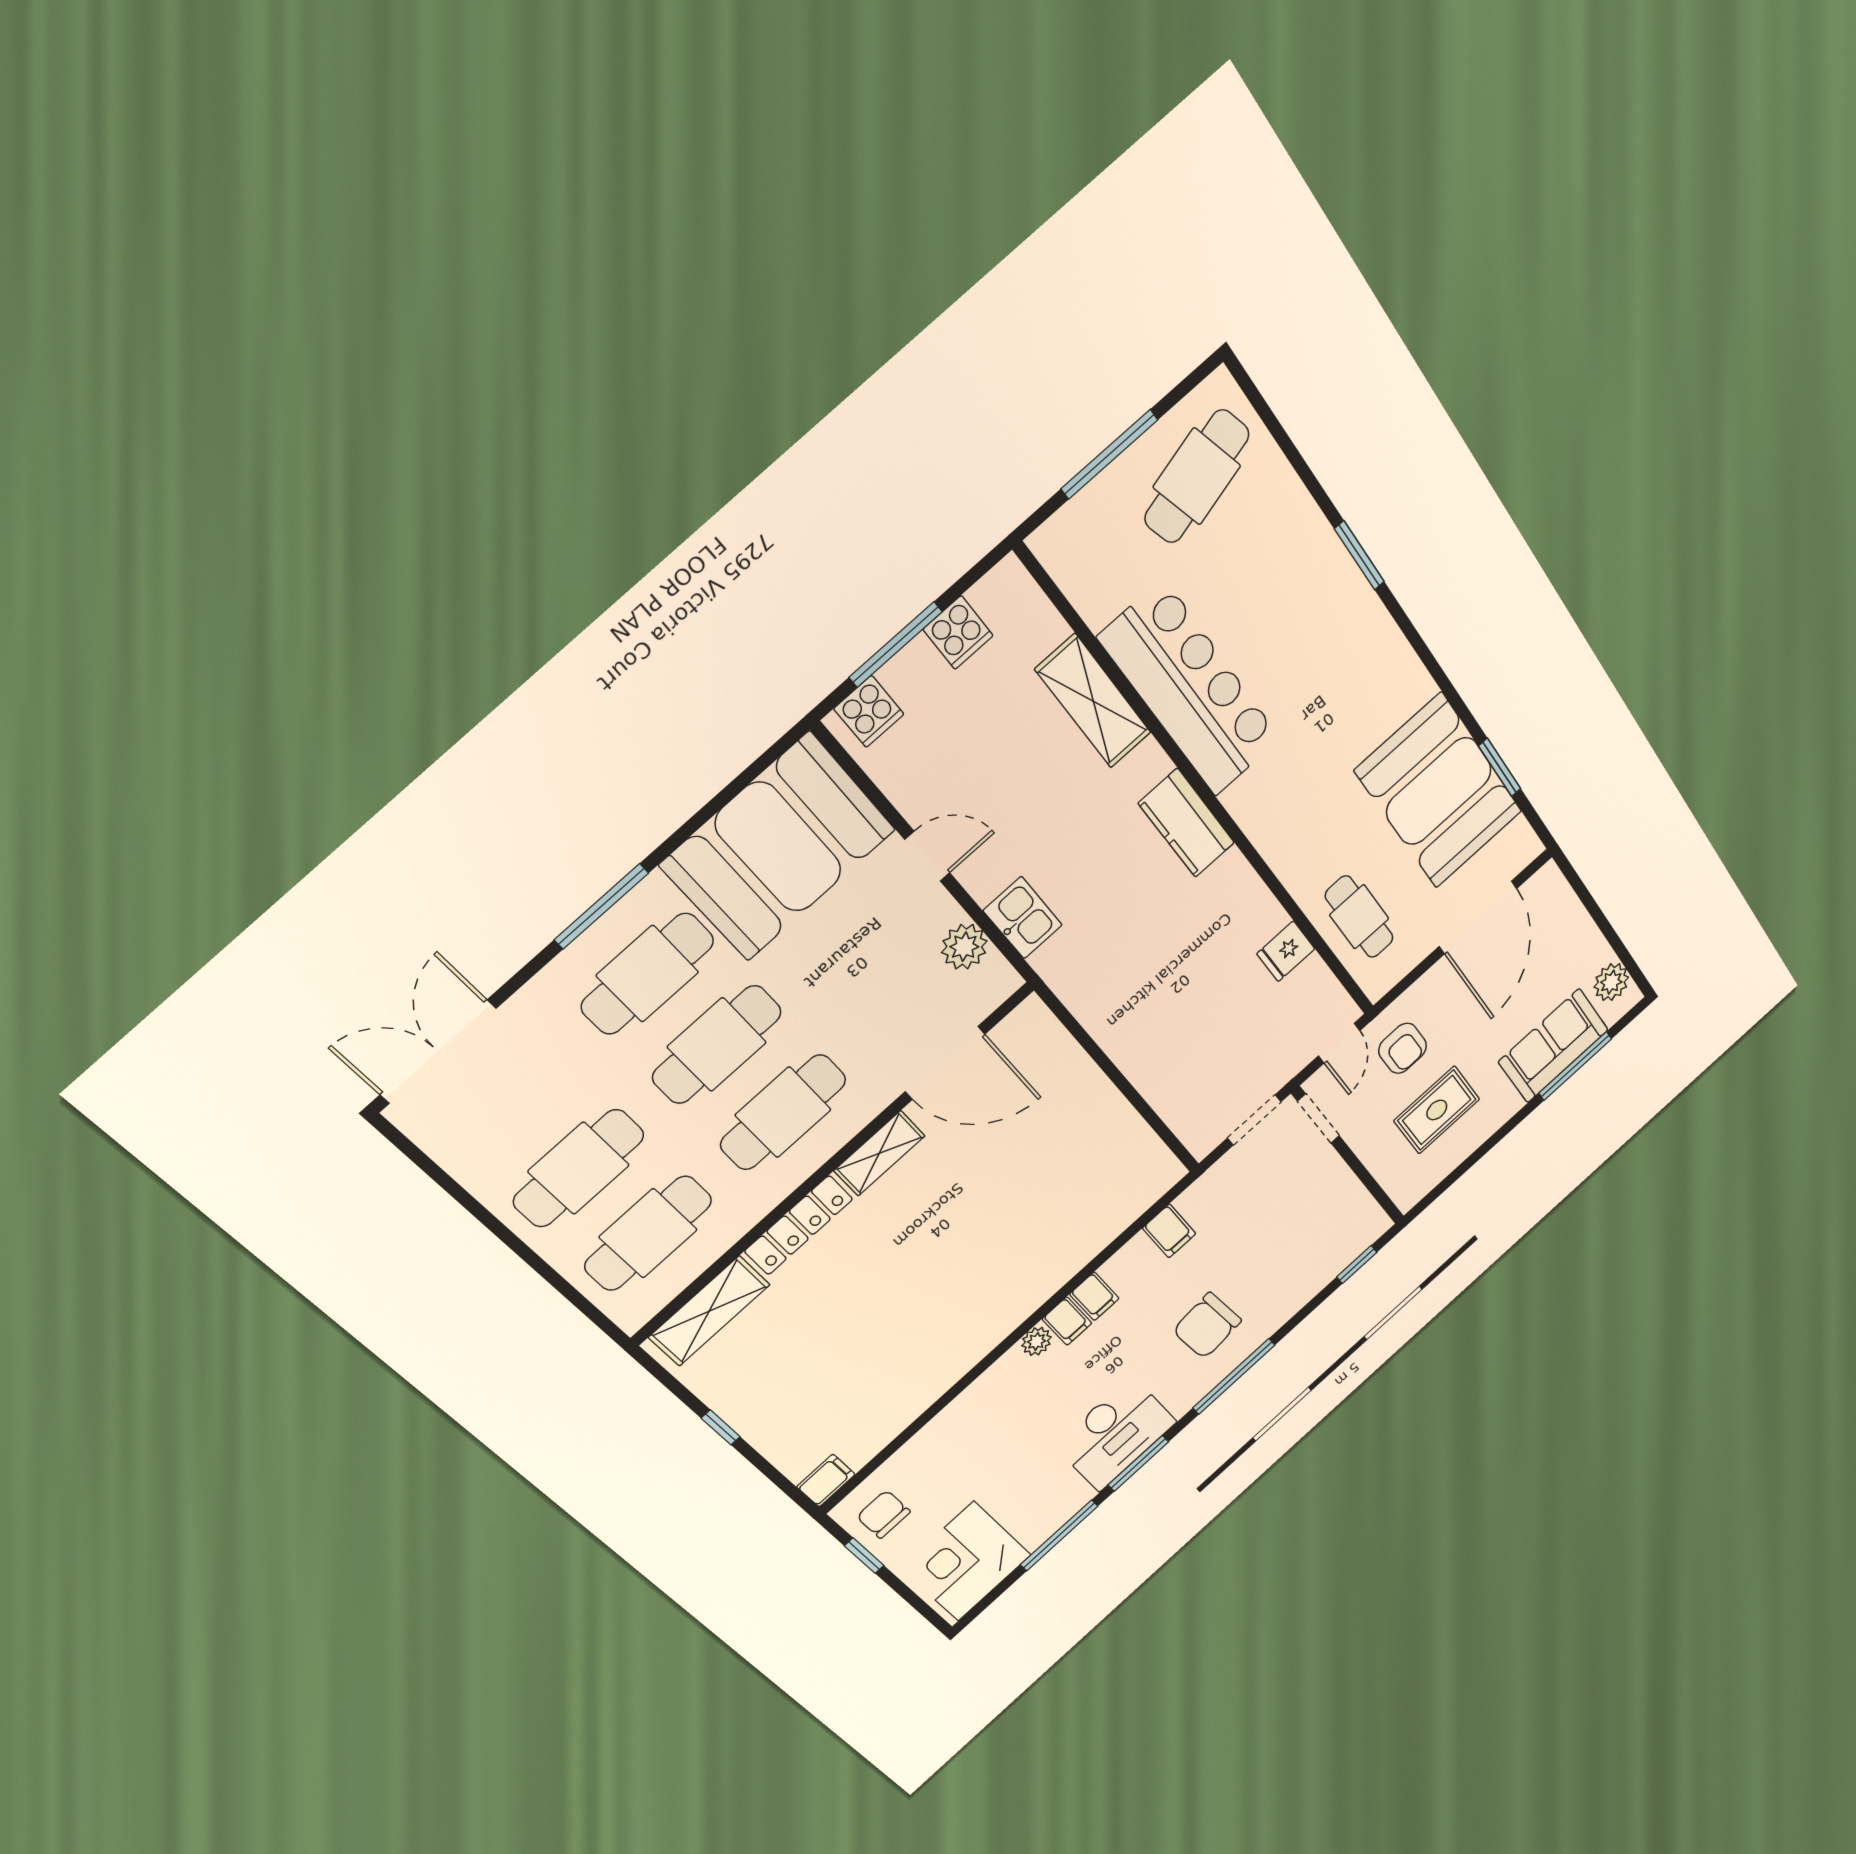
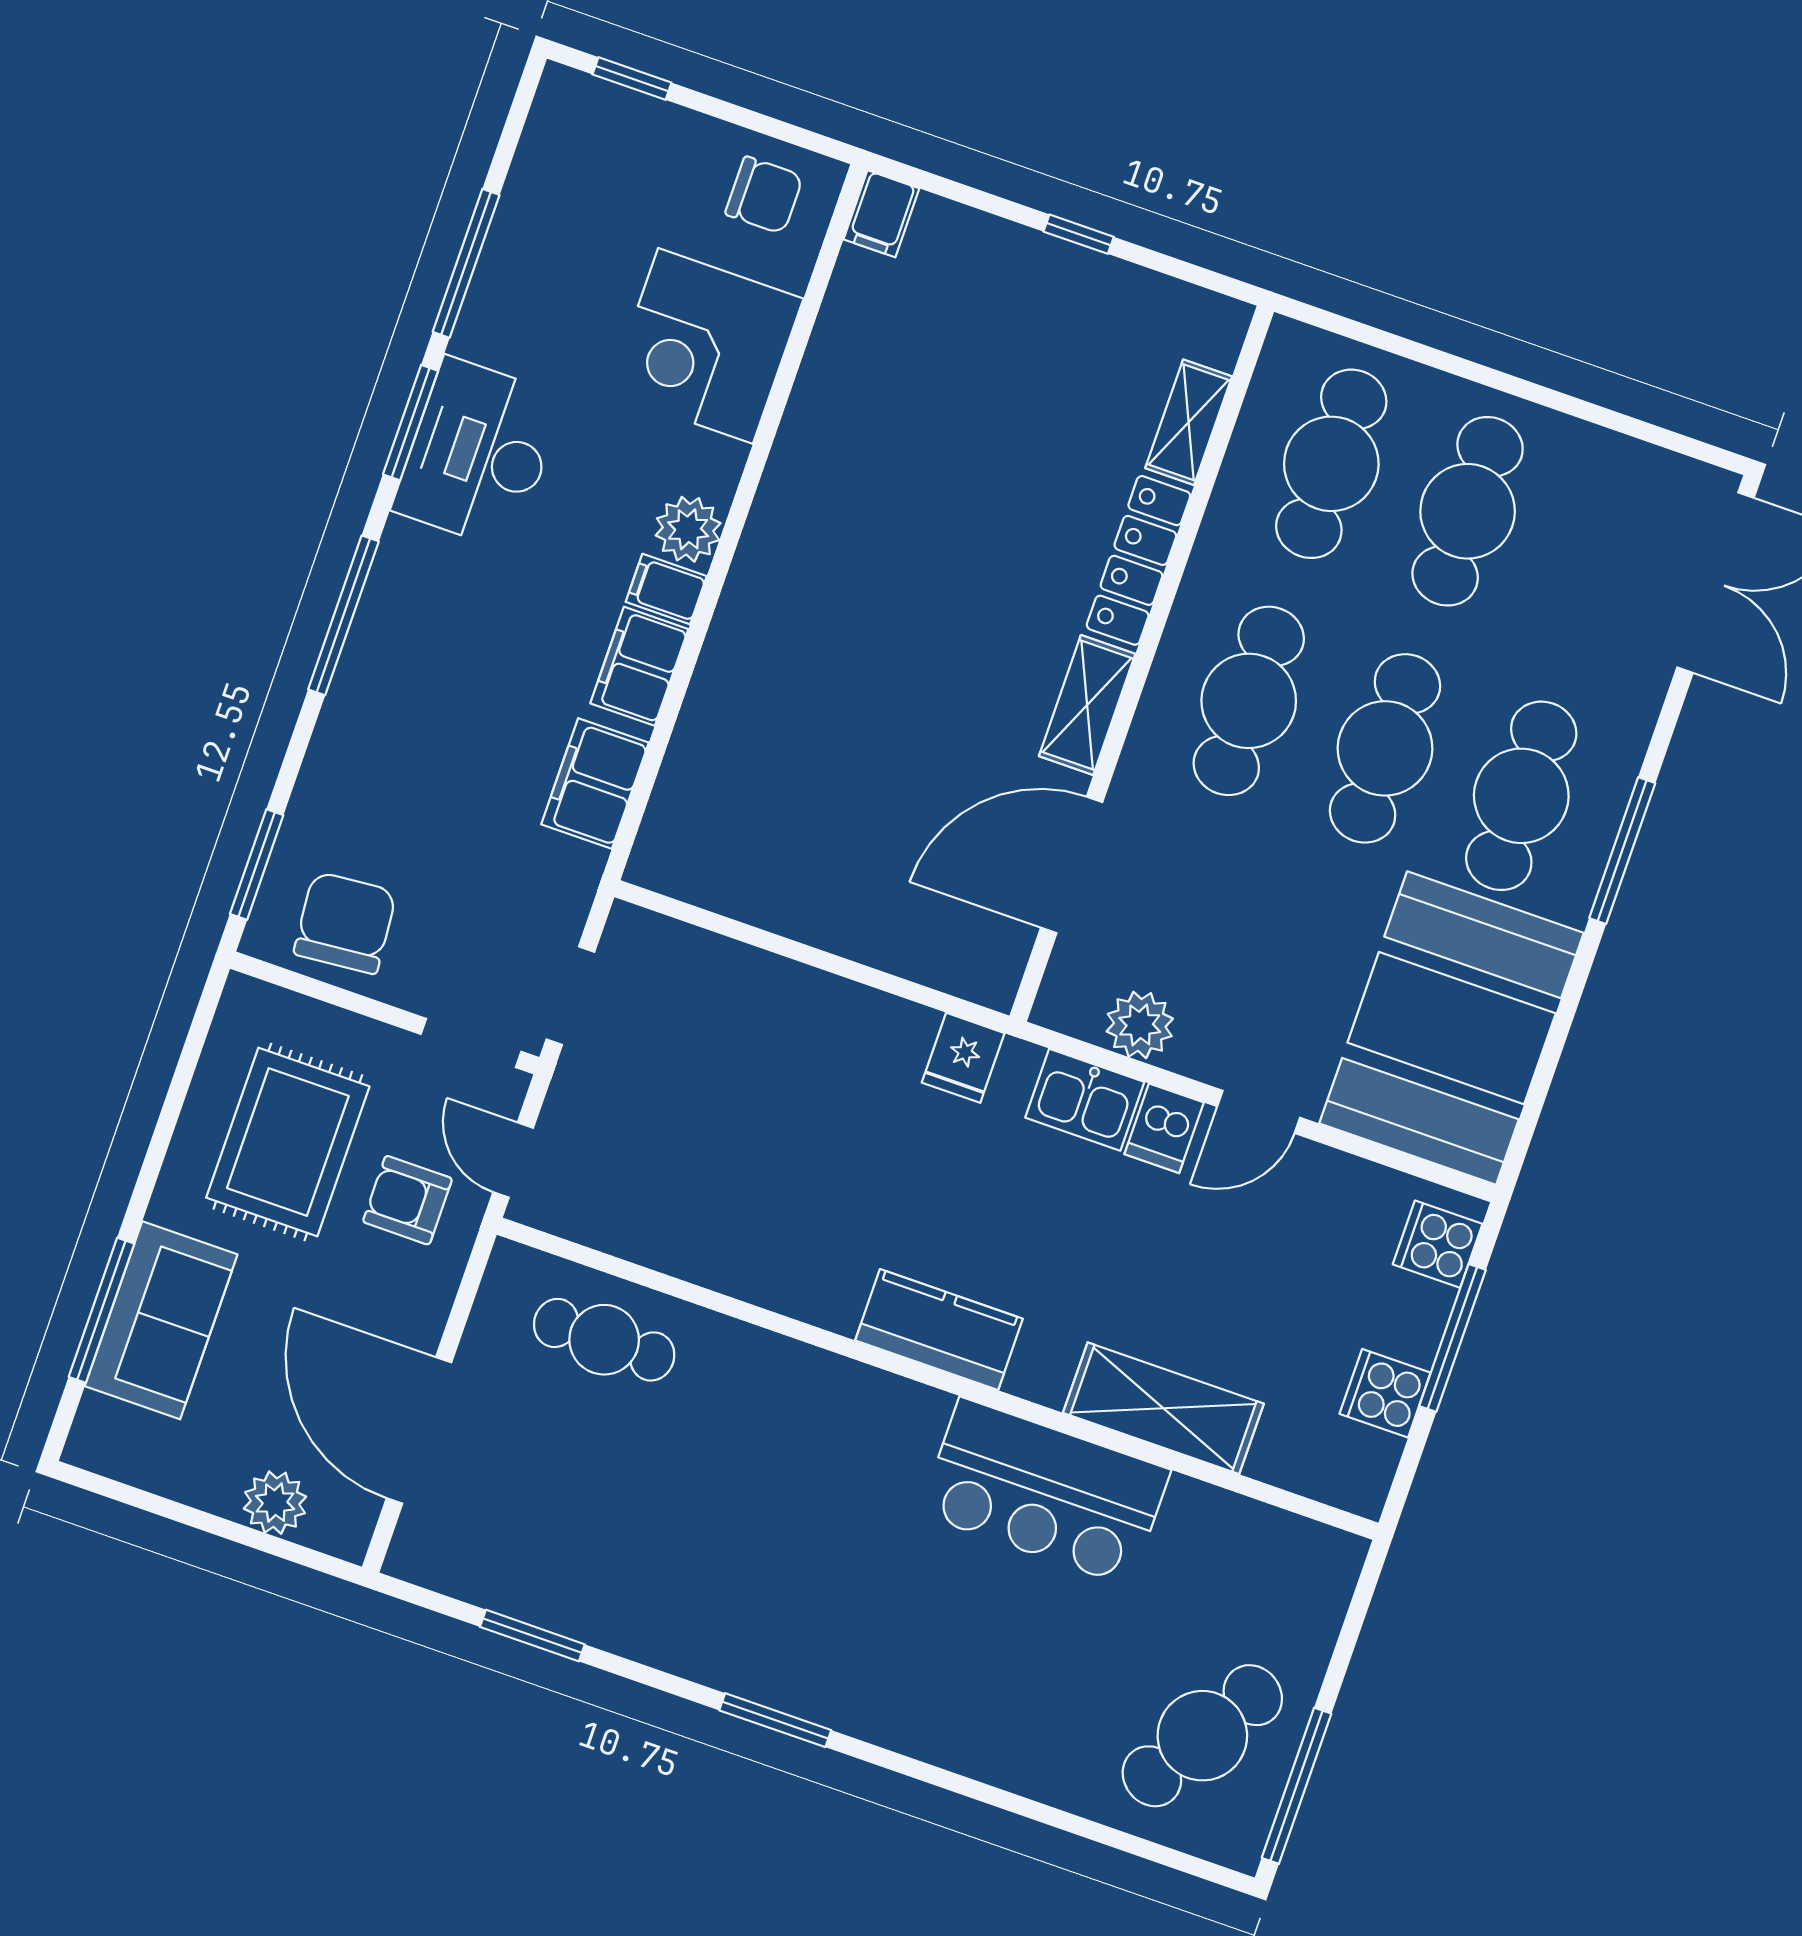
window: (1109, 454) -> (1297, 1786), moved
cafe table: (1197, 476) -> (1202, 1736), turned 47
window: (1359, 555) -> (775, 1720), moved
bar counter: (1190, 689) -> (1045, 1492), width x0.73
booth: (1439, 791) -> (602, 1558), removed
dishwasher: (988, 876) -> (1164, 1128), added
fridge: (1286, 951) -> (963, 1058), moved, turned 180
plant: (1611, 982) -> (275, 1503), moved
rug: (1437, 1110) -> (288, 1142), width x1.36, depth x1.43
filing cabinet: (1169, 1231) -> (595, 784), width x2.00
window: (1357, 1265) -> (257, 865), width x1.50
filing cabinet: (1094, 1296) -> (639, 666), width x2.00
shelving: (709, 1311) -> (1189, 422), width x0.67, depth x0.75
chair: (1207, 1326) -> (345, 923), moved
plant: (1037, 1341) -> (688, 529), width x1.38, depth x1.38
window: (864, 1556) -> (632, 79), moved
corner desk: (966, 1561) -> (706, 346), moved, turned 180

